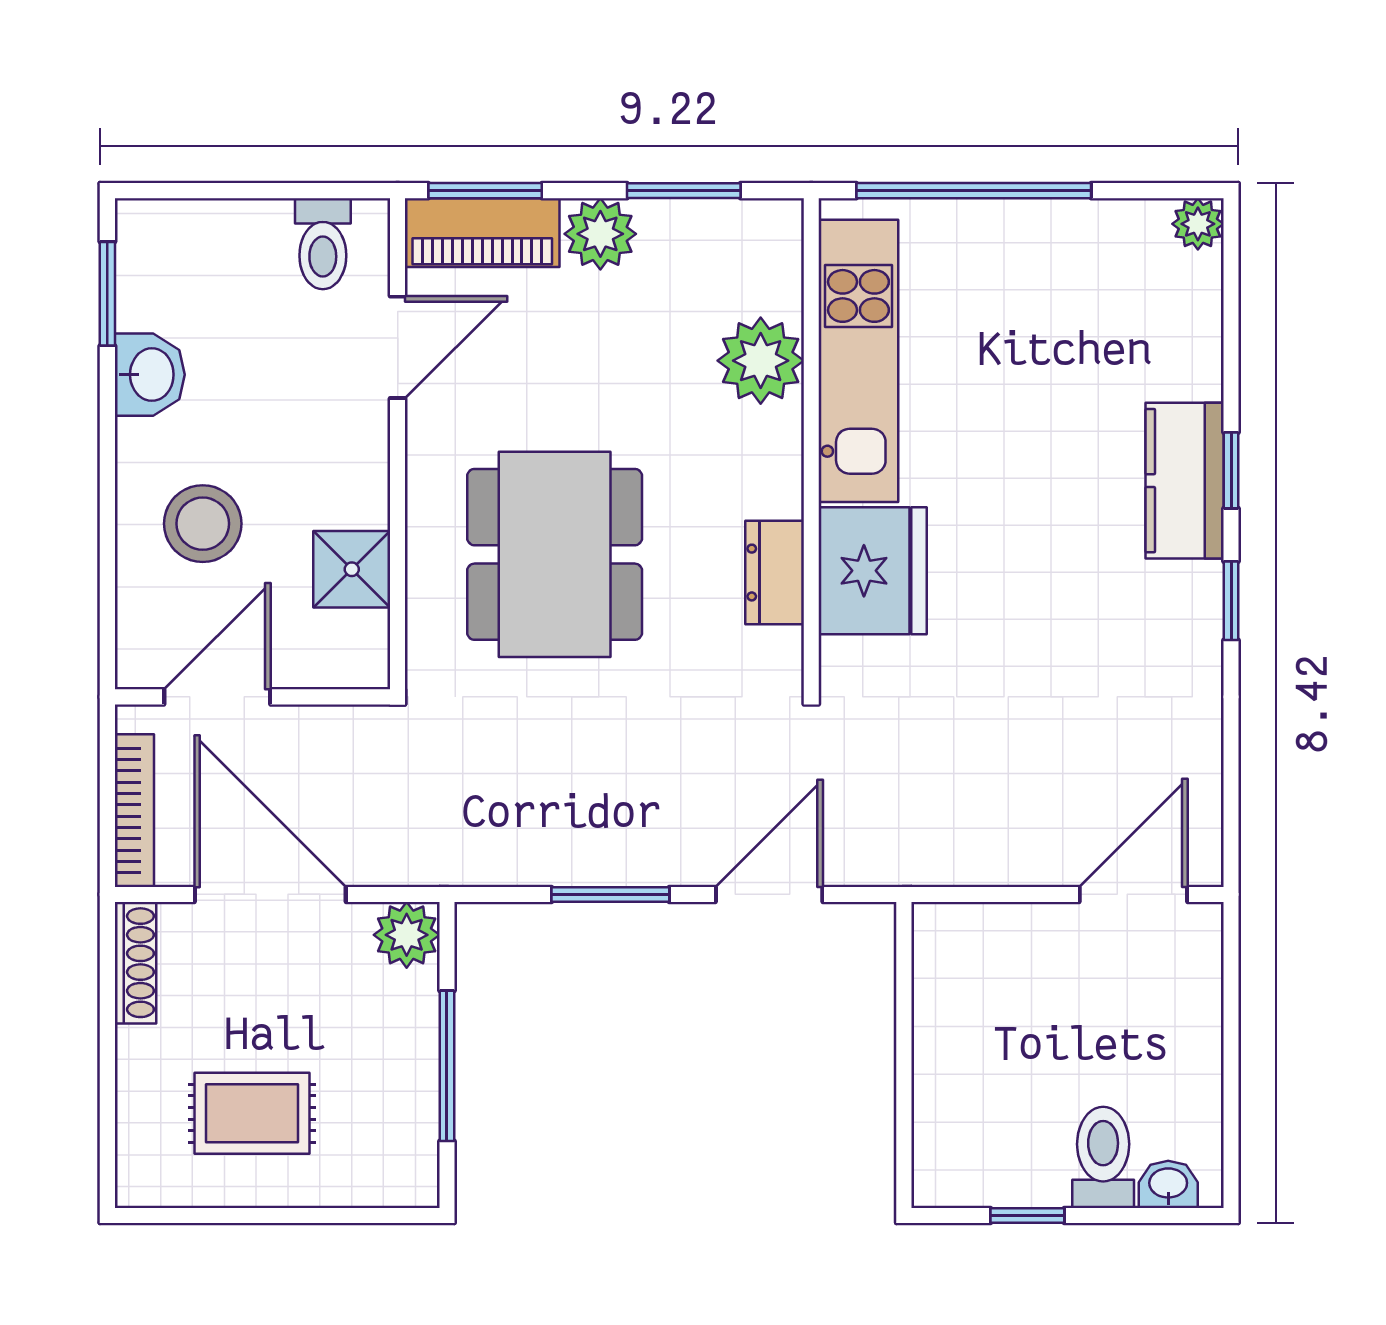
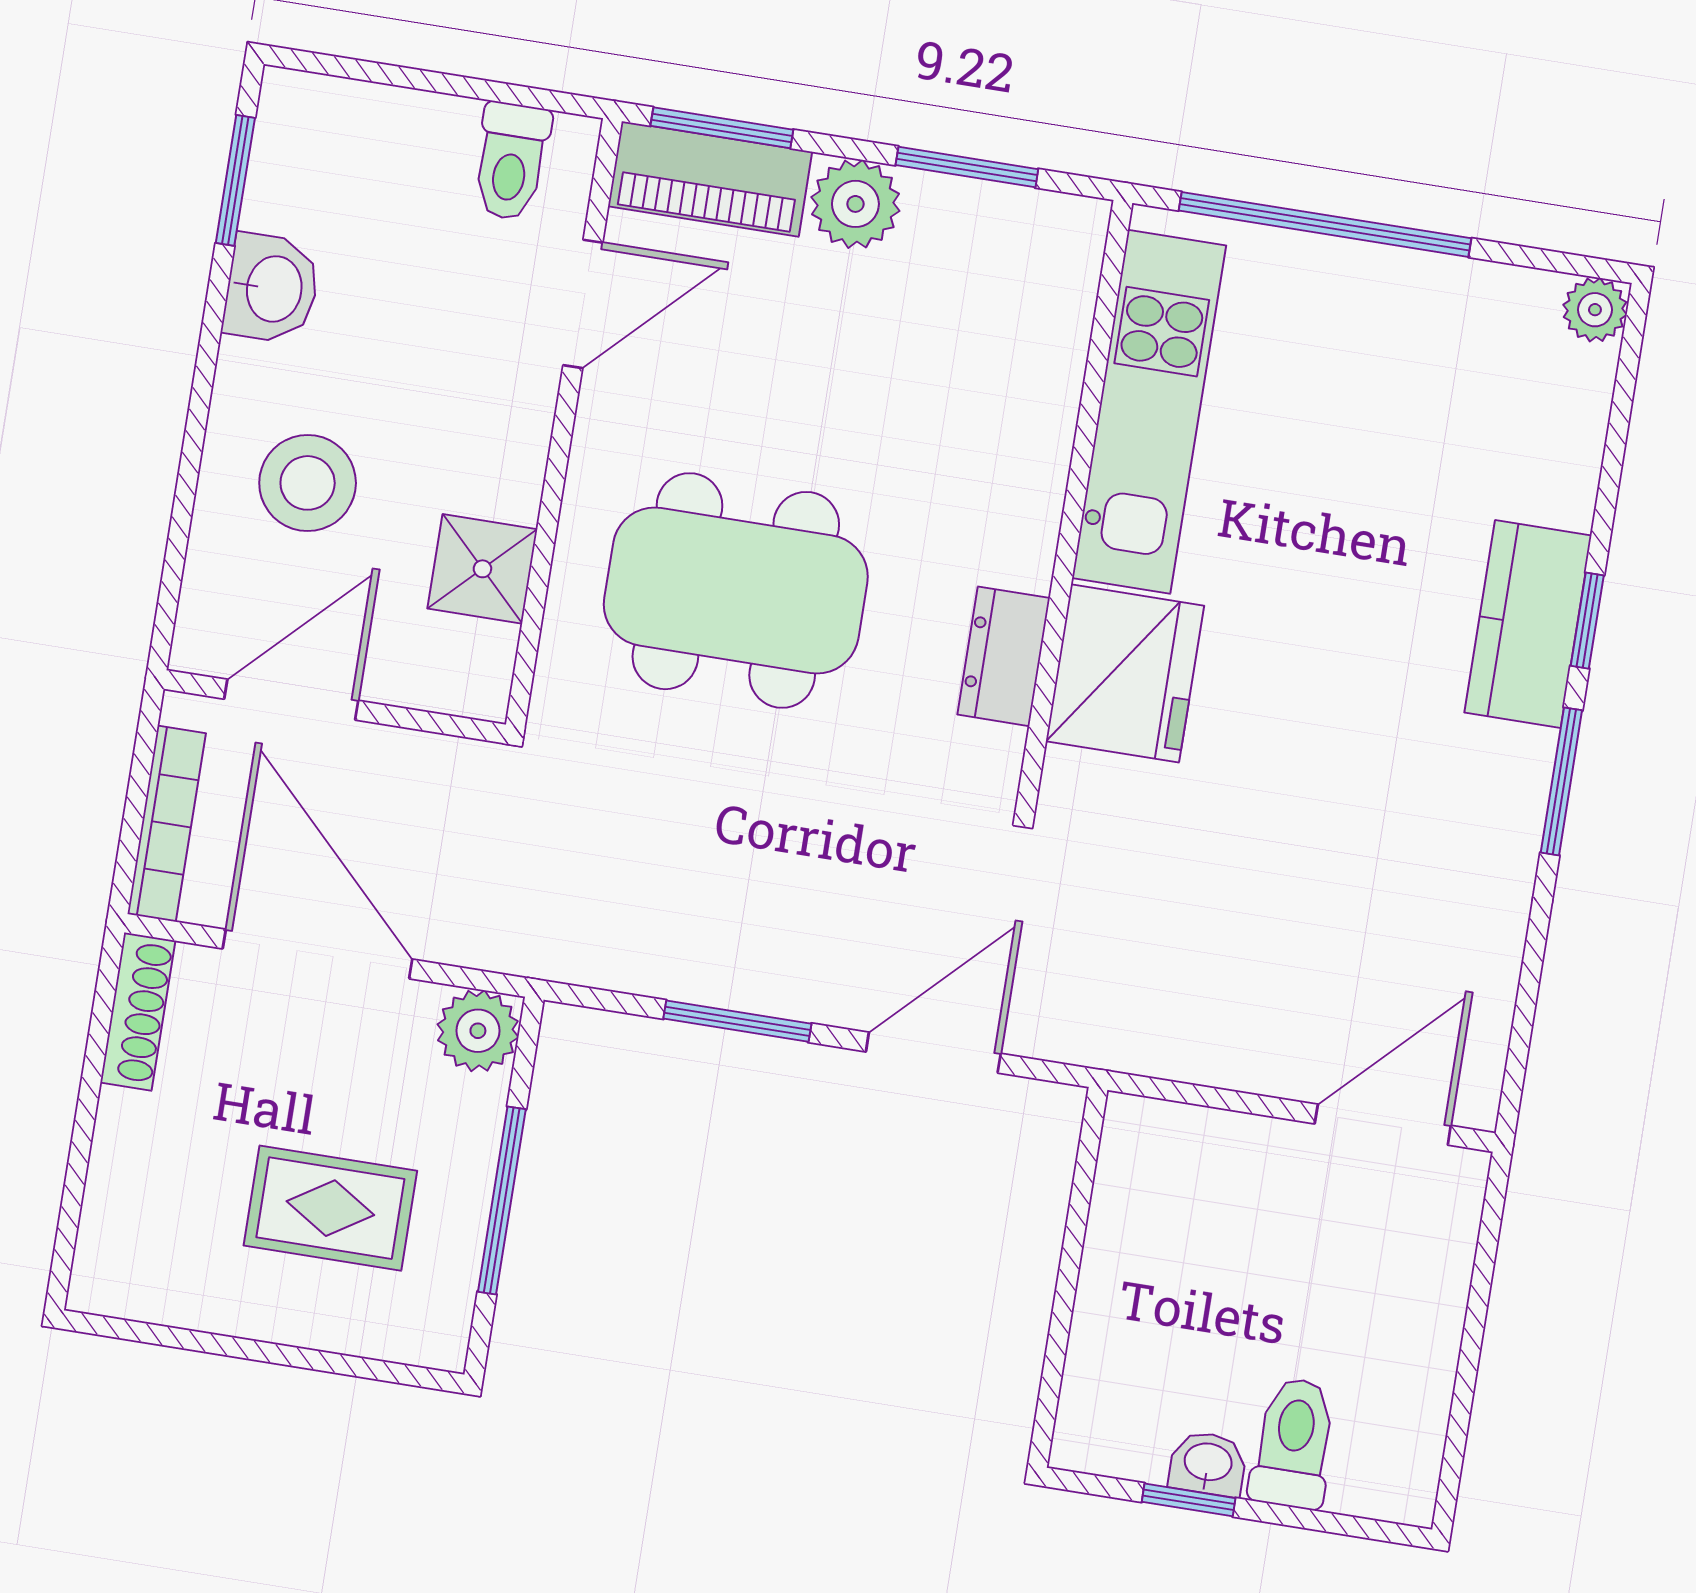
plant: (761, 361) -> (1028, 392), removed
dining table: (555, 554) -> (736, 591), turned 90
window: (1231, 601) -> (1561, 781), width x1.50
rug: (252, 1113) -> (330, 1208), moved
washbasin: (1168, 1184) -> (1208, 1464), moved

